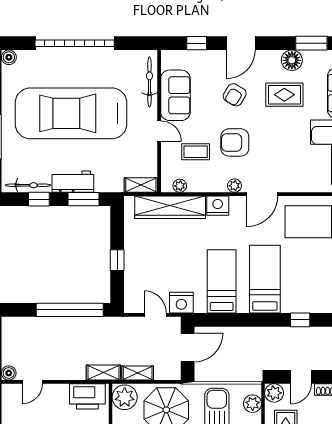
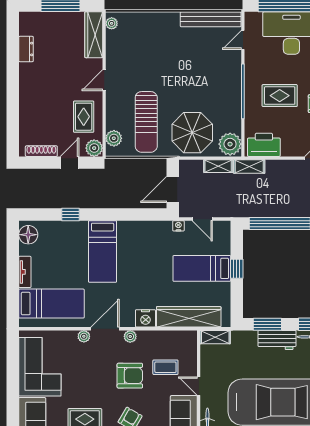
plant: (180, 186) -> (84, 336), moved
bed: (222, 281) -> (202, 268), moved, turned 90
nightstand: (181, 303) -> (178, 226), width x0.53, depth x0.56

